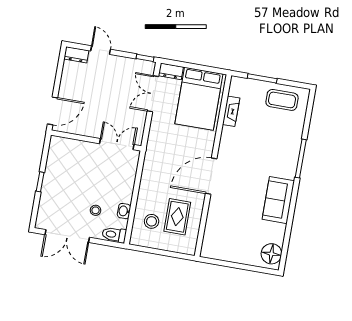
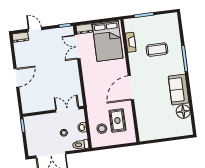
coffee table: (282, 100) -> (157, 50), moved
wall: (96, 141) -> (53, 111), moved
double door: (117, 144) -> (67, 109), moved
floor lamp: (271, 254) -> (183, 112), moved

